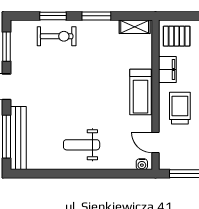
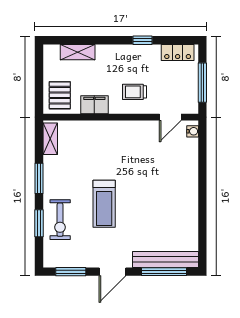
exercise bike: (57, 36) -> (60, 220), turned 180
treadmill: (141, 92) -> (104, 204), moved, turned 90
trolley: (180, 108) -> (135, 92), width x0.73, depth x0.72
weight bench: (82, 145) -> (173, 194), removed

